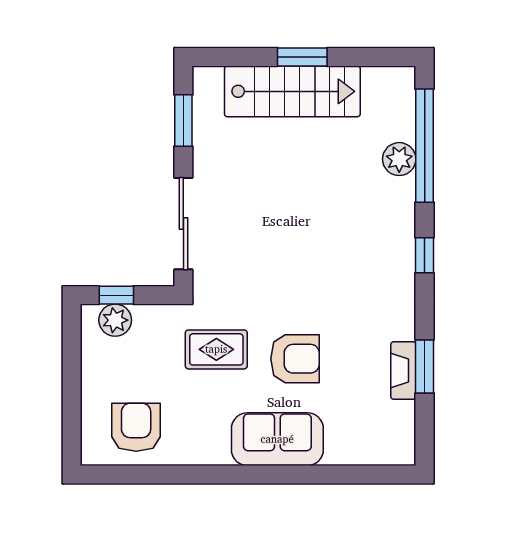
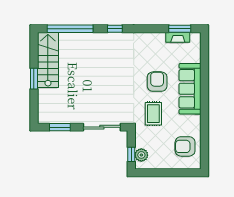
stairs: (292, 91) -> (48, 60), moved
plant: (399, 159) -> (76, 39), removed
window: (425, 367) -> (180, 29), moved
fireplace: (403, 371) -> (178, 37), moved
sofa: (277, 439) -> (190, 89), width x1.36

